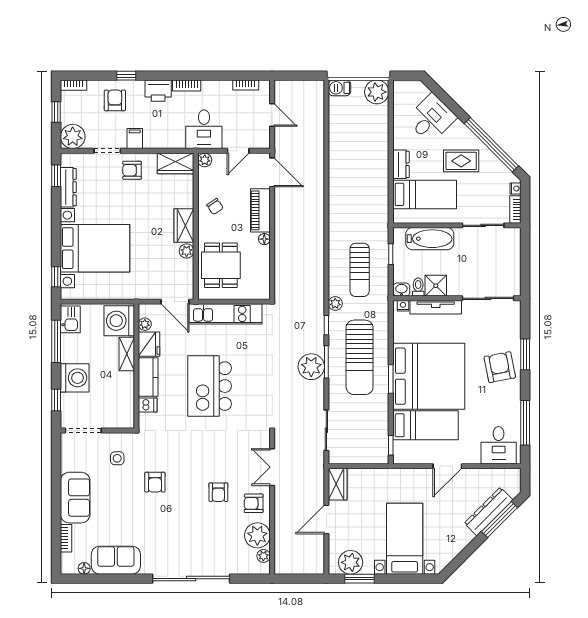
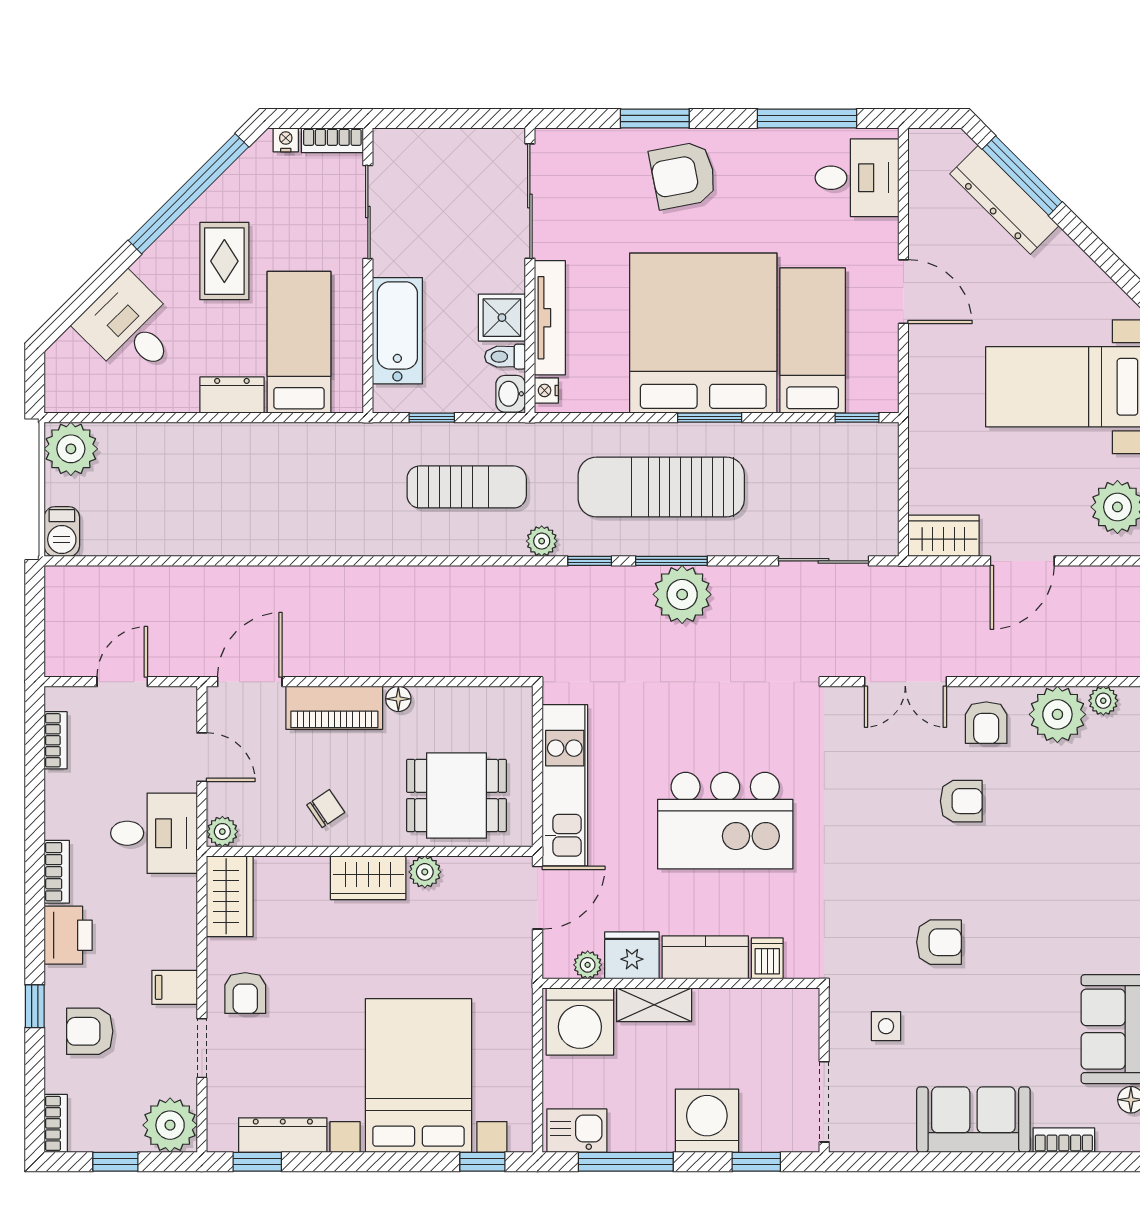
sun lounger: (360, 357) -> (661, 487), turned 180
door: (326, 520) -> (1022, 561), hinge flipped

